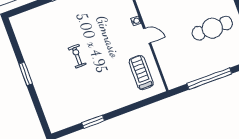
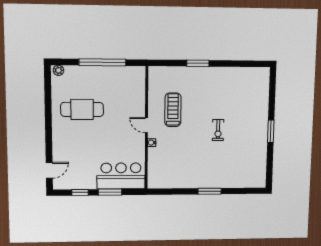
treadmill: (141, 73) -> (173, 110), moved, turned 180
window: (93, 122) -> (198, 63), moved

